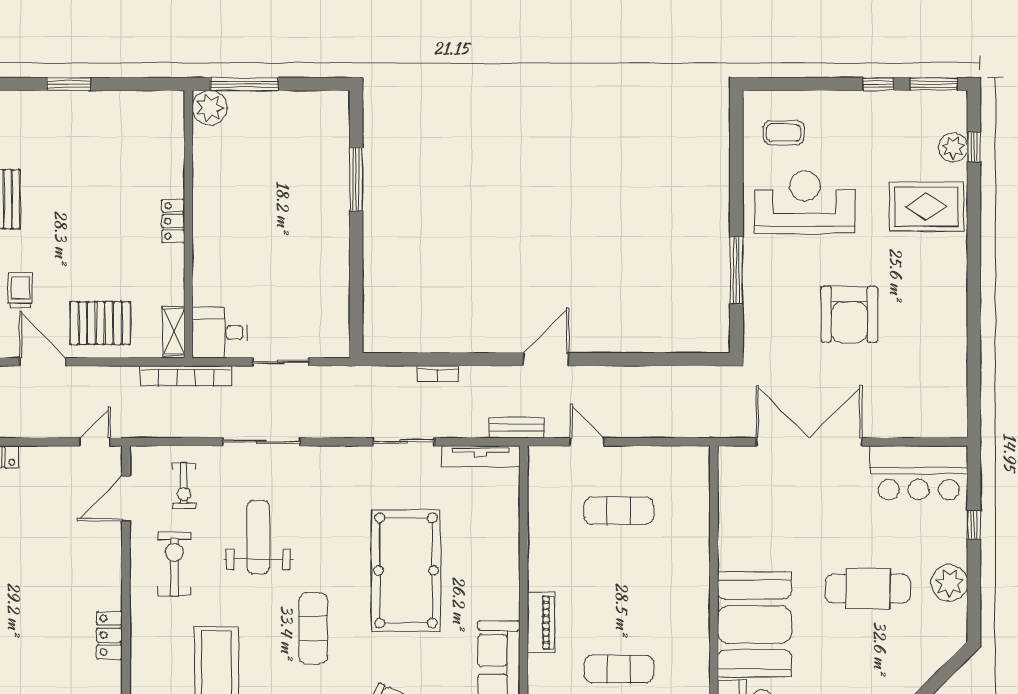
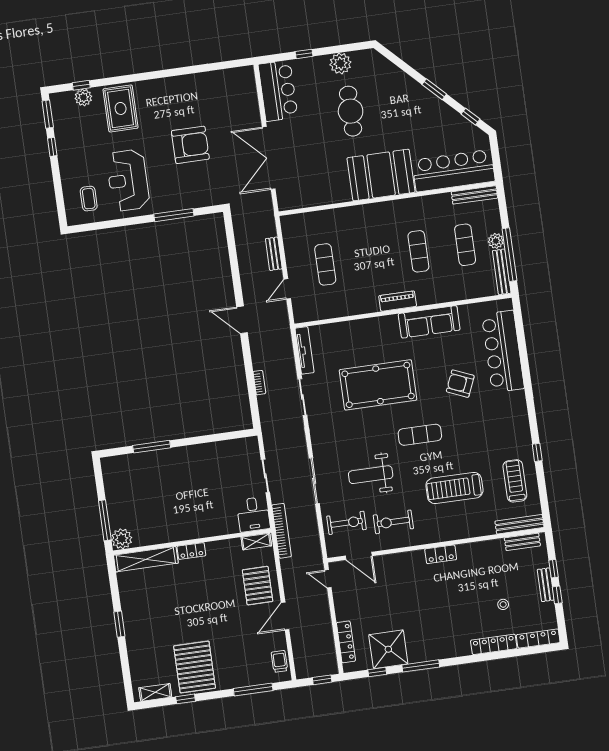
shelving: (170, 143) -> (146, 559), added
trolley: (20, 290) -> (245, 635), removed
bench: (517, 428) -> (274, 254), moved
exercise bike: (184, 486) -> (347, 523), width x1.38, depth x1.39

